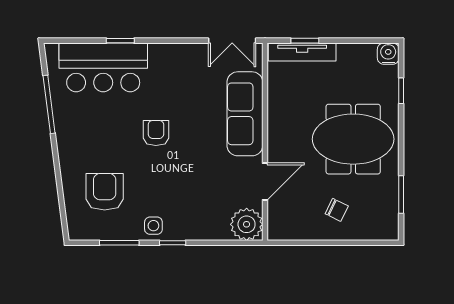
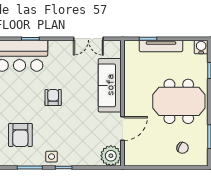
double door: (232, 41) -> (88, 39), moved
tv unit: (302, 52) -> (161, 46), moved
armchair: (105, 192) -> (20, 135), turned 180
chair: (337, 210) -> (183, 148), moved

